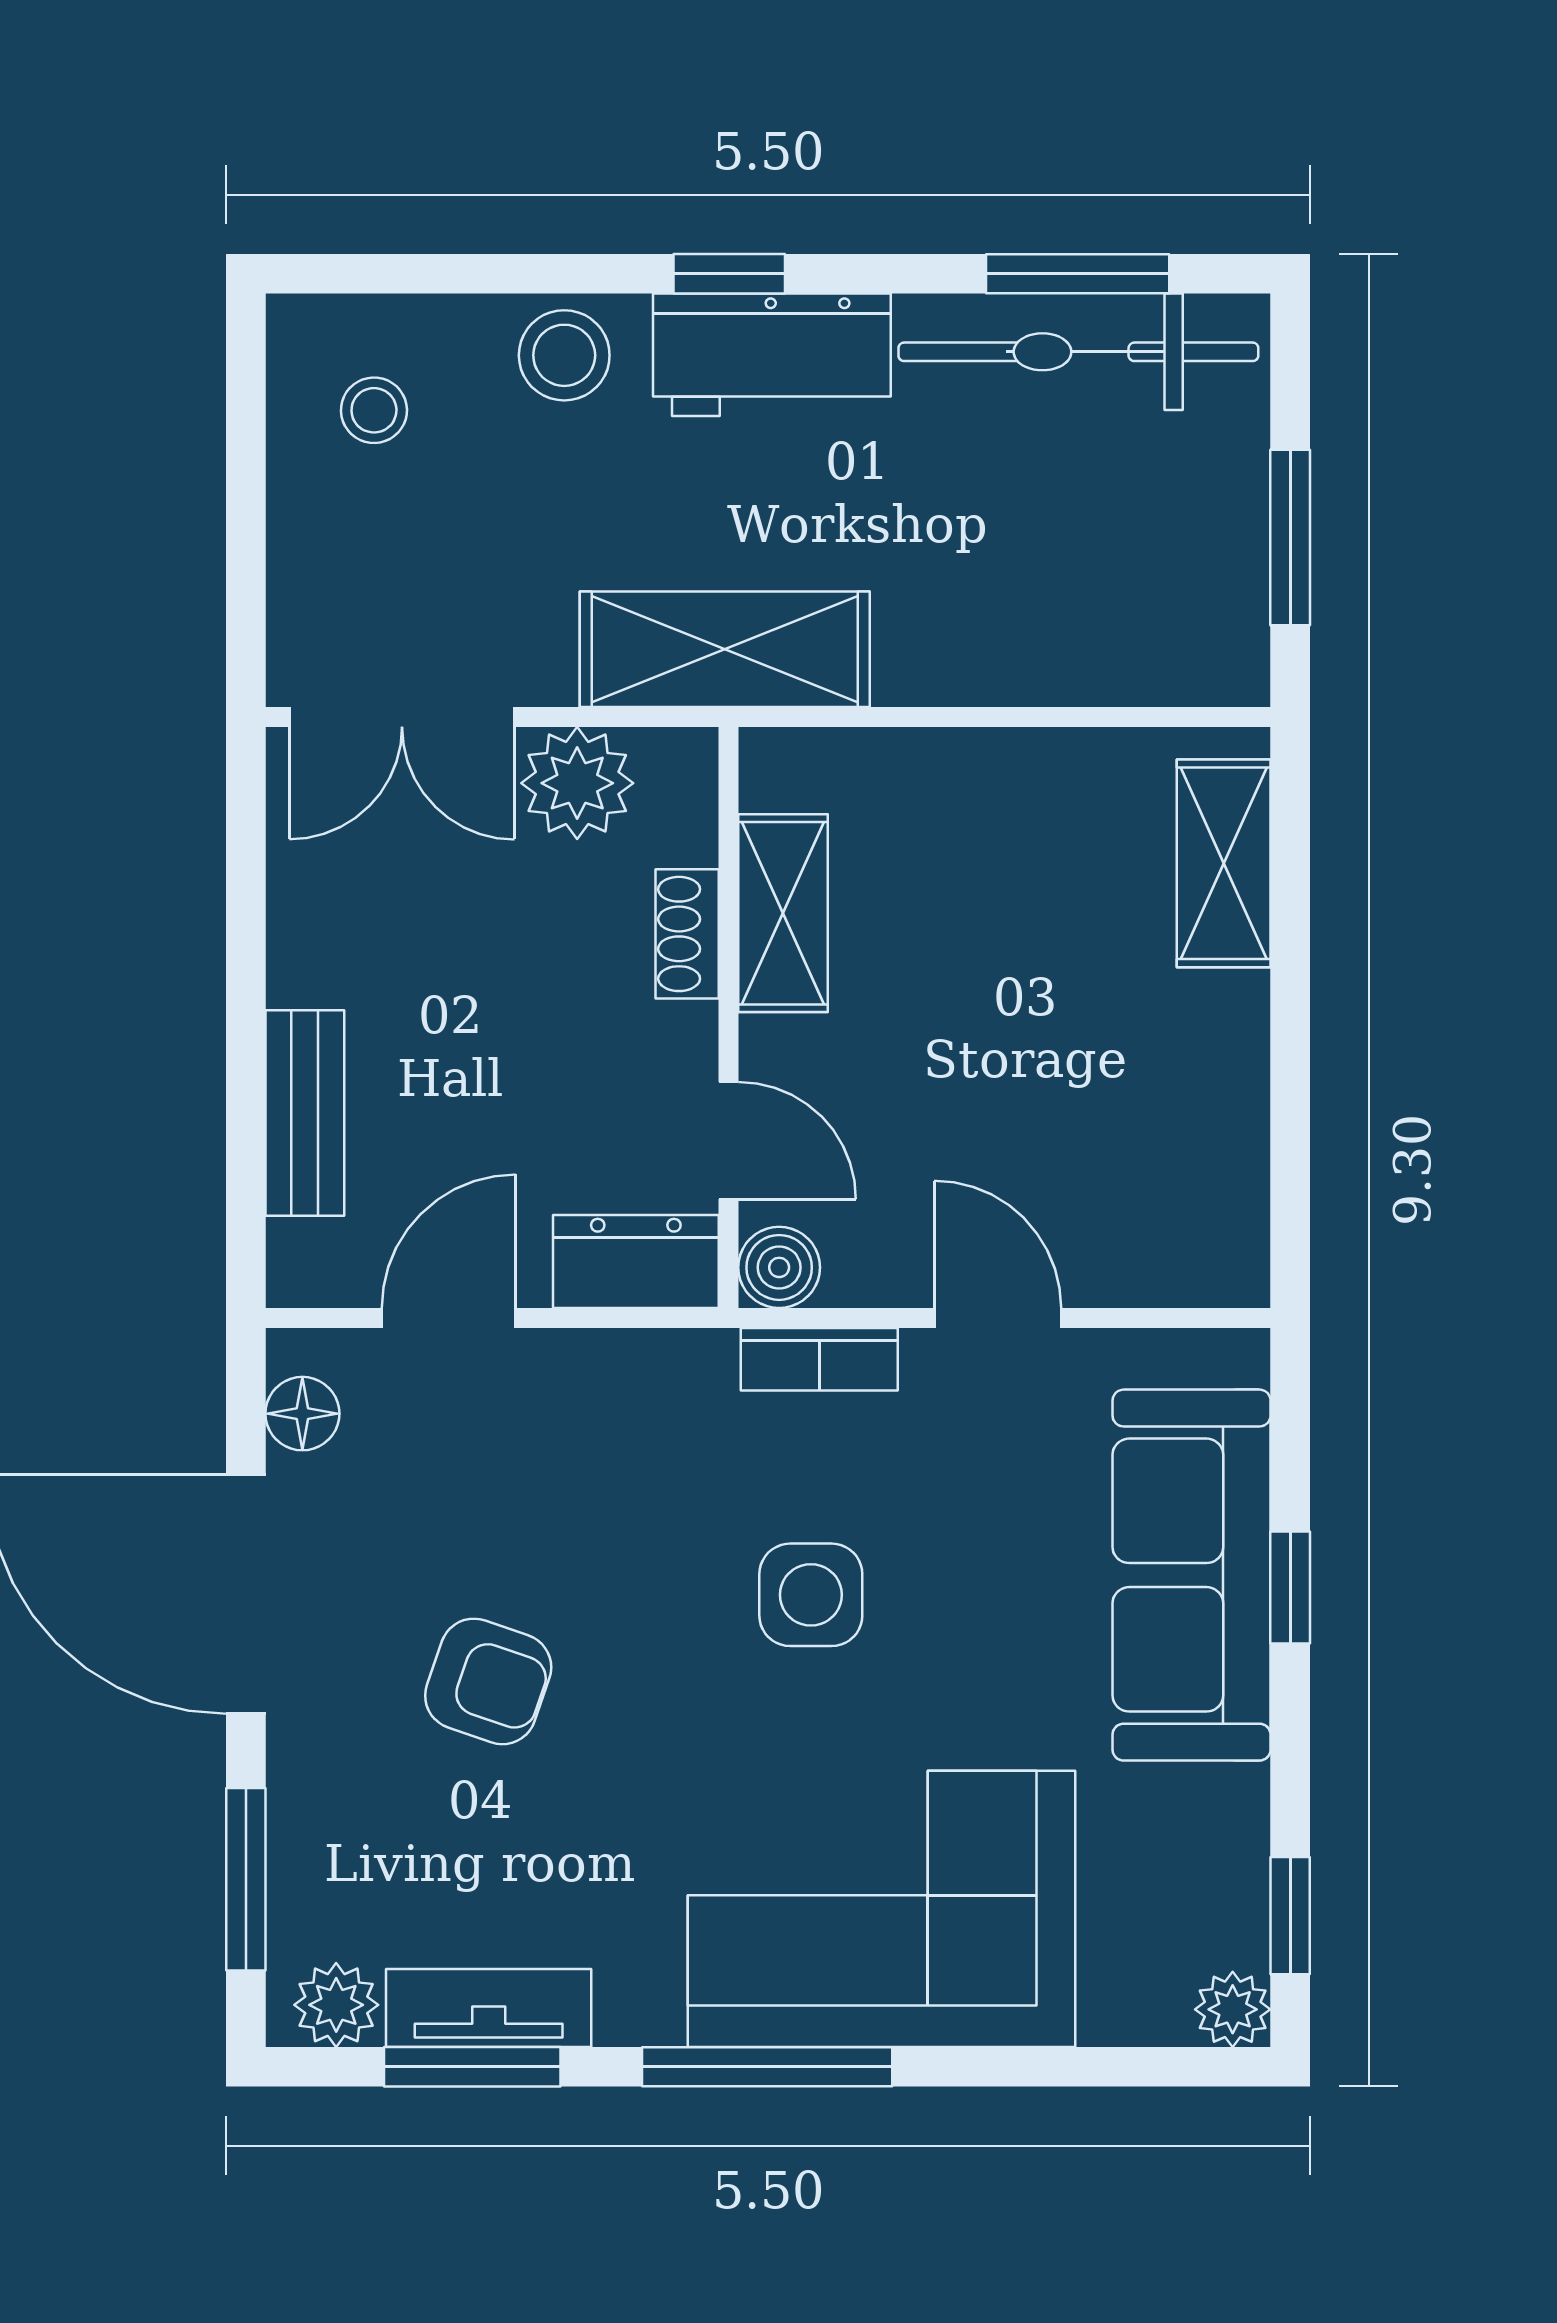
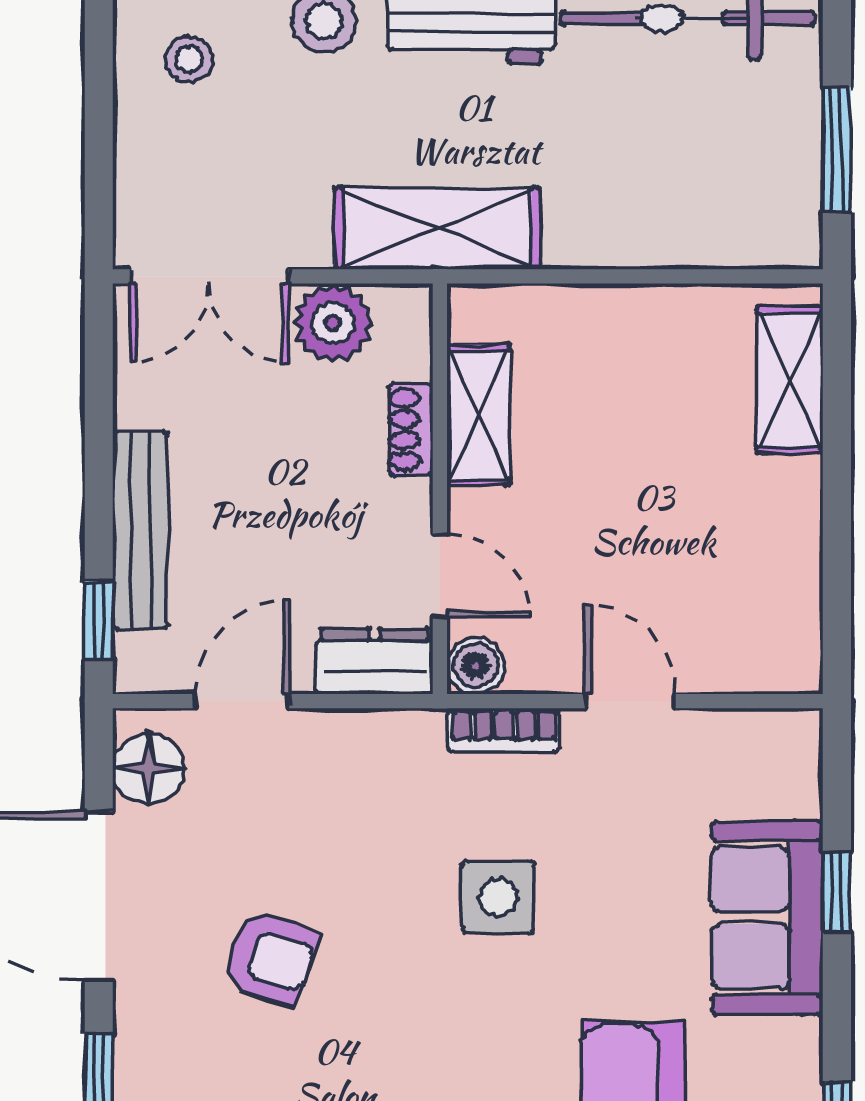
bench: (305, 1113) -> (140, 530), width x1.36
window: (246, 1204) -> (99, 621), added
floor lamp: (302, 1414) -> (148, 769), width x1.37, depth x1.37
sofa: (1192, 1575) -> (767, 918), width x0.73

